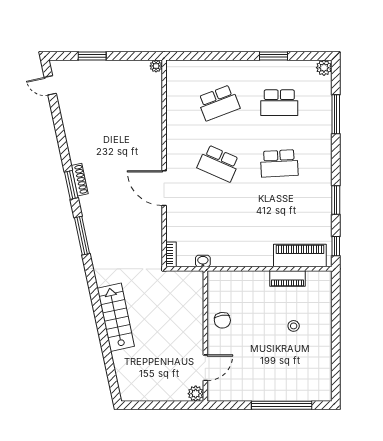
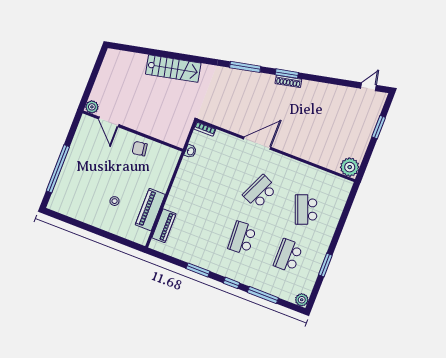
plant: (156, 66) -> (350, 167), width x1.88, depth x1.88
window: (336, 246) -> (231, 283), moved
piano: (300, 256) -> (164, 226), width x0.73, depth x0.75
piano: (288, 279) -> (150, 210), width x1.37, depth x1.33

